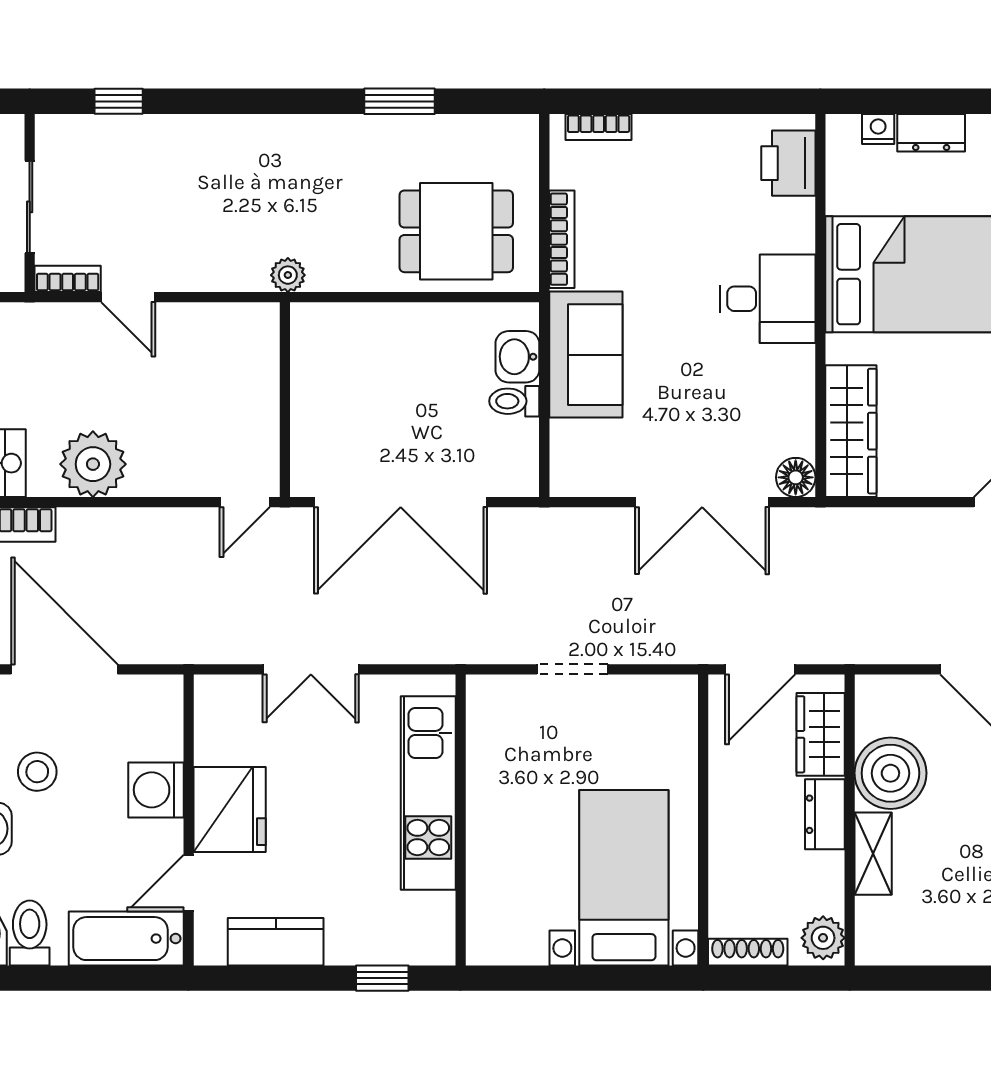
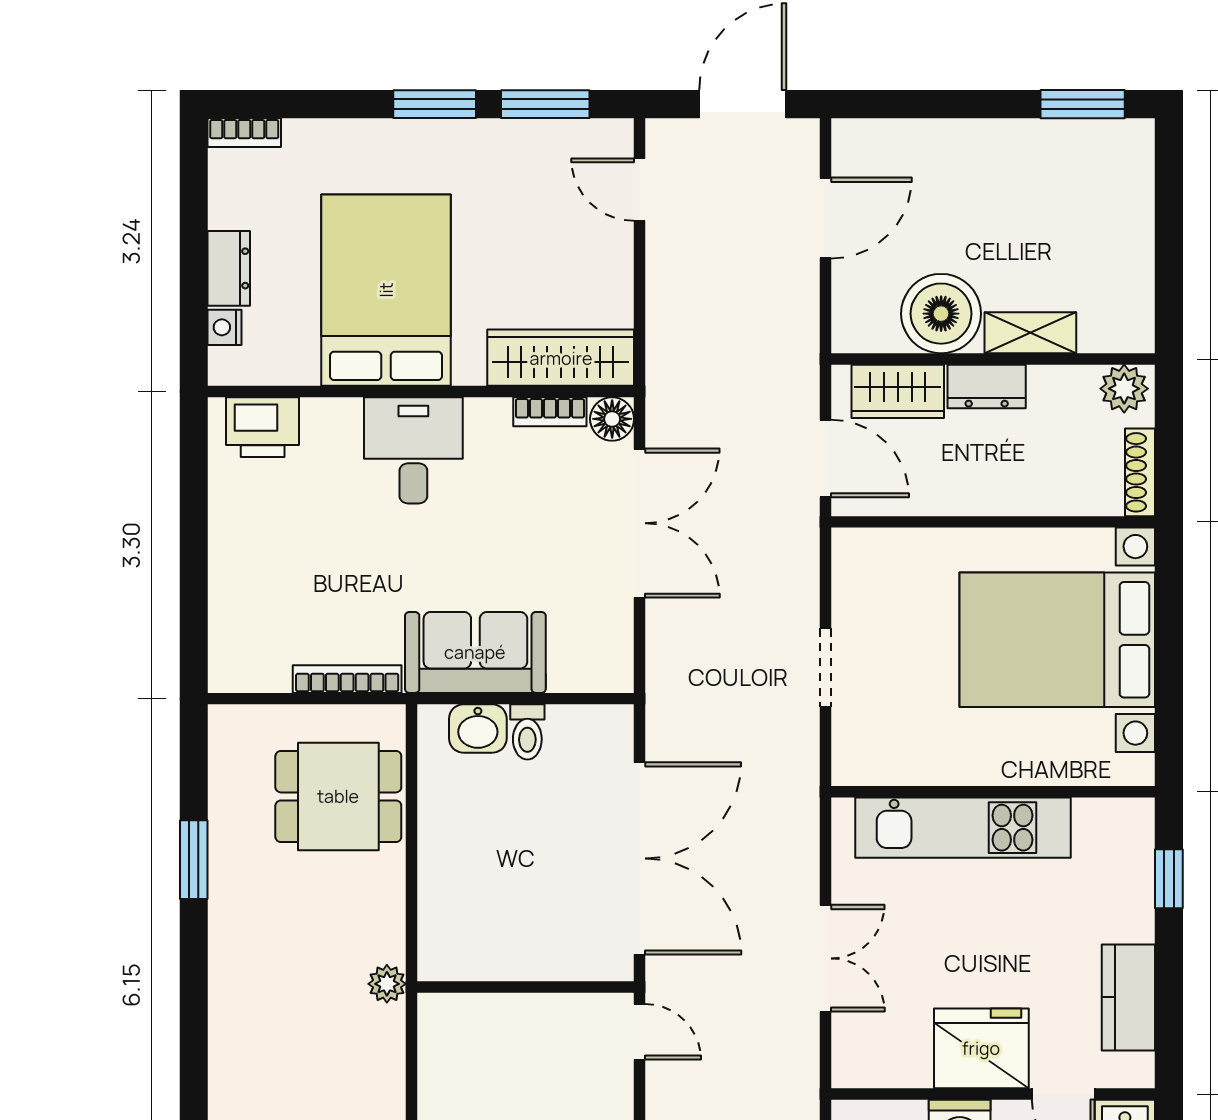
bookcase: (599, 127) -> (550, 412), moved, turned 90
dining table: (456, 231) -> (338, 796), turned 90
bed with nightstands: (624, 878) -> (1057, 640), width x1.36

